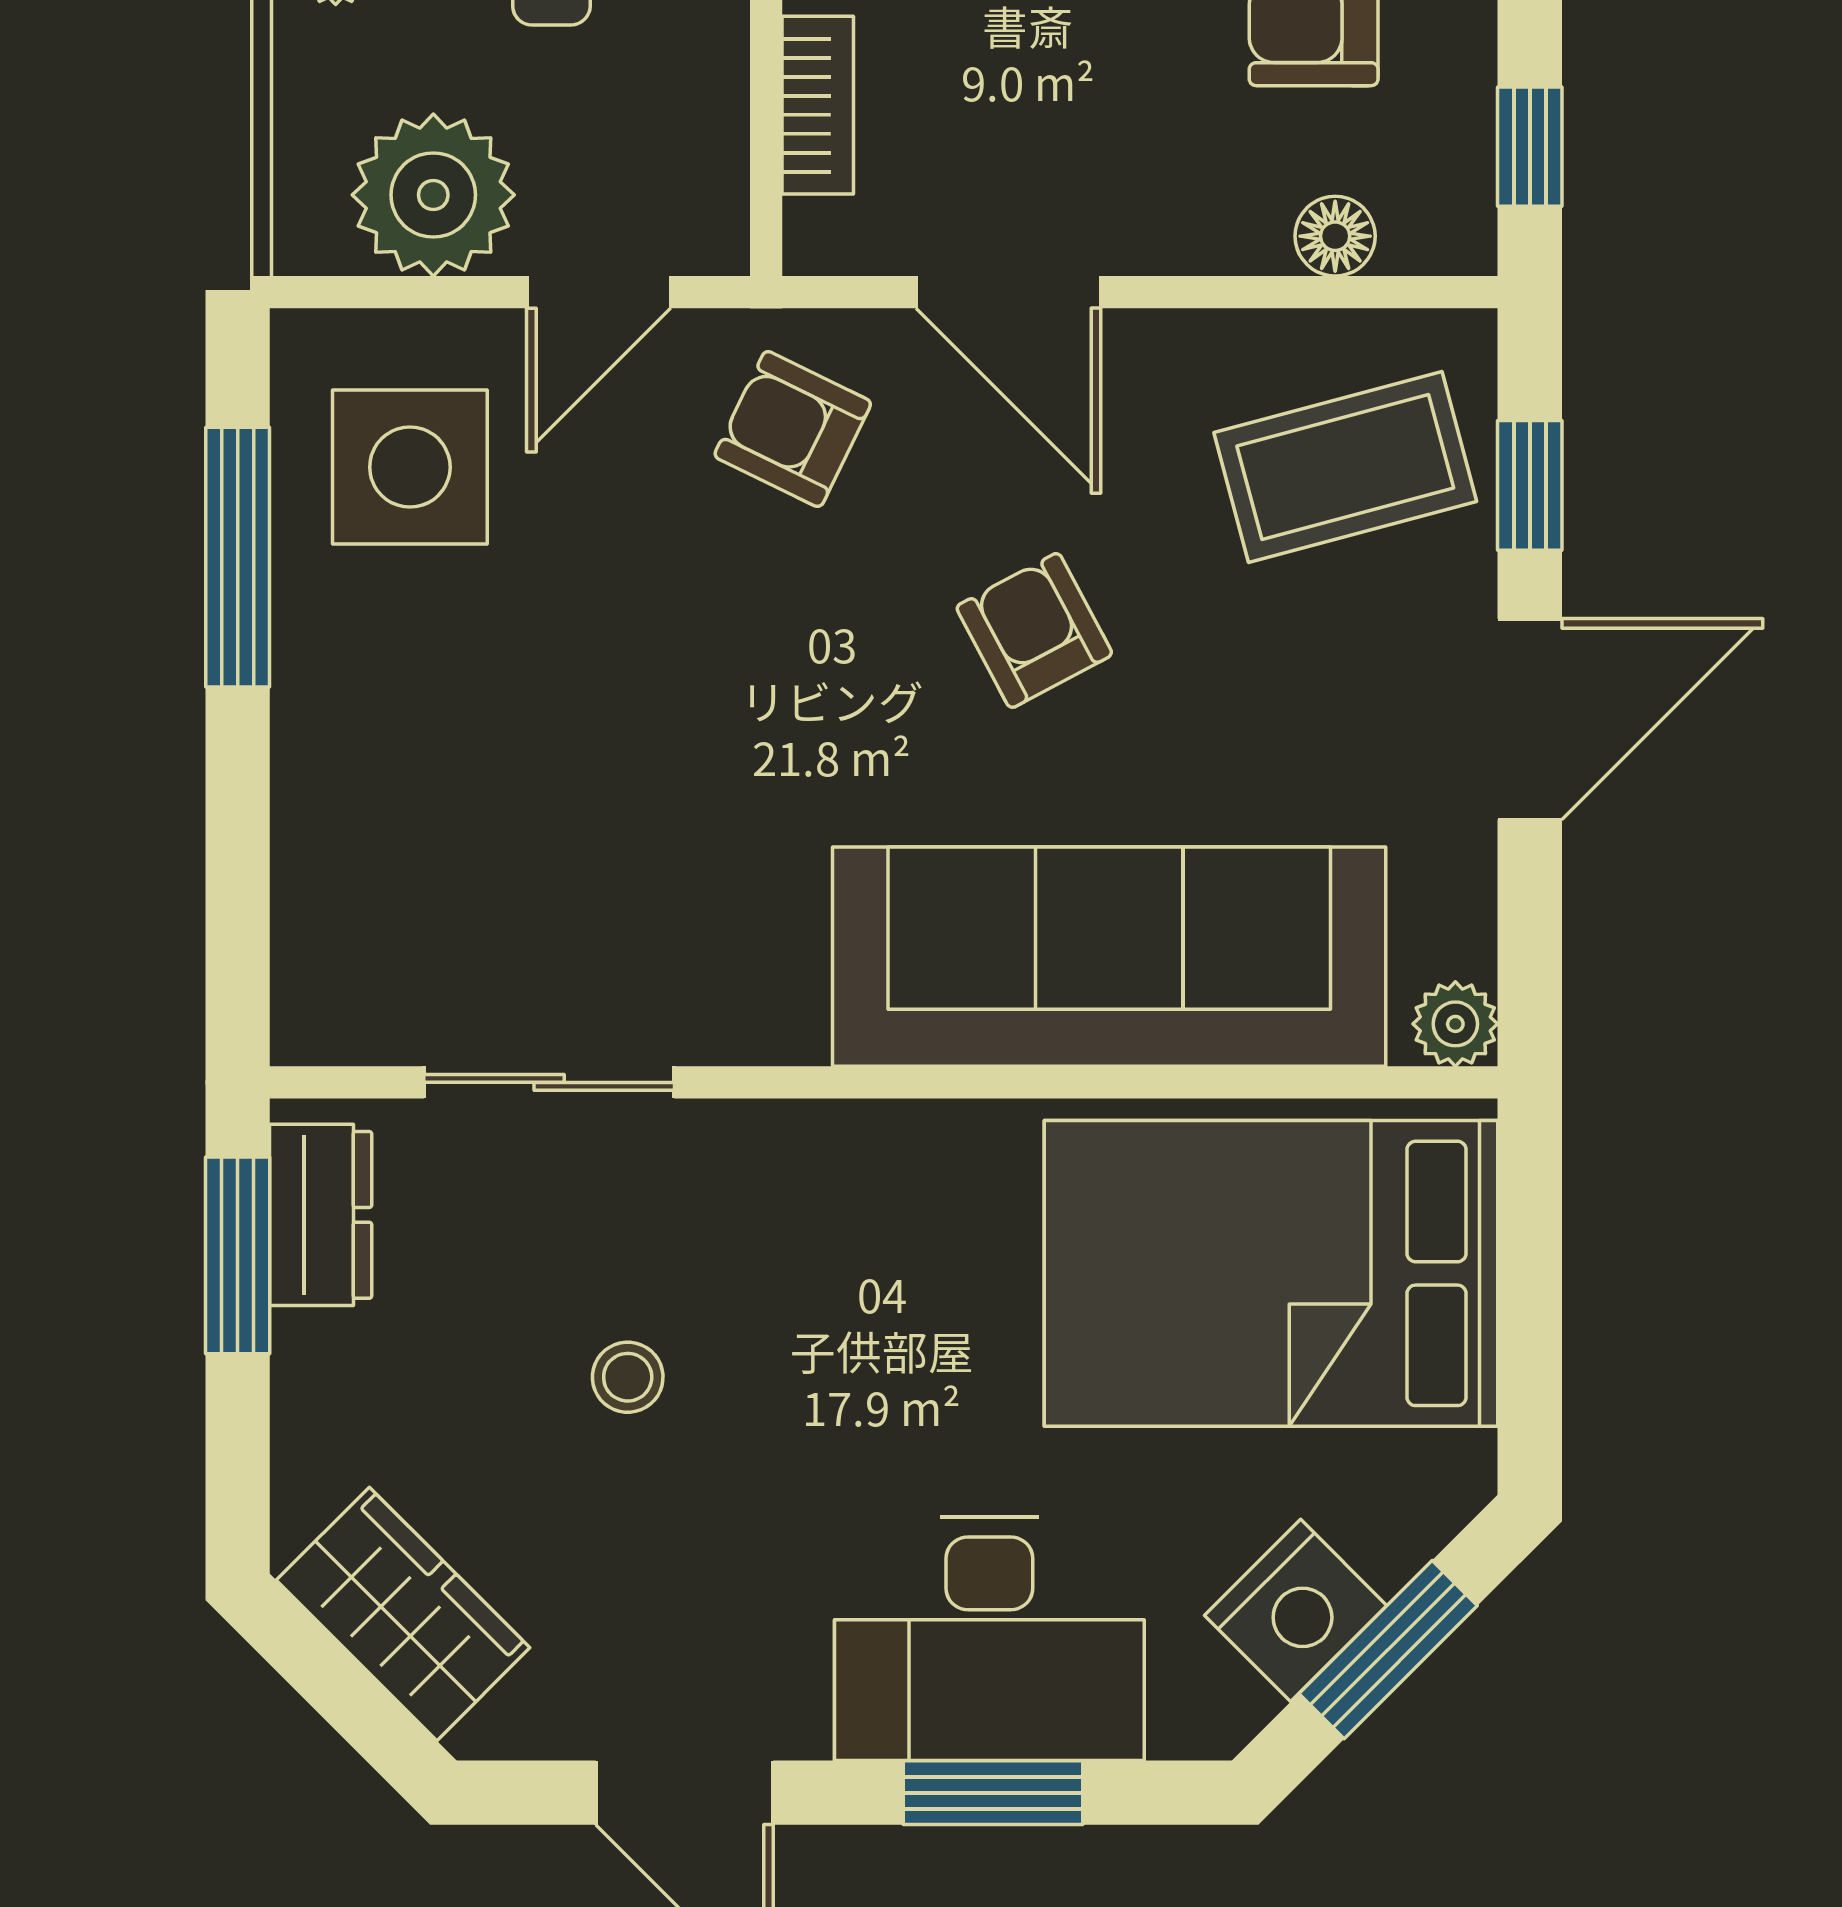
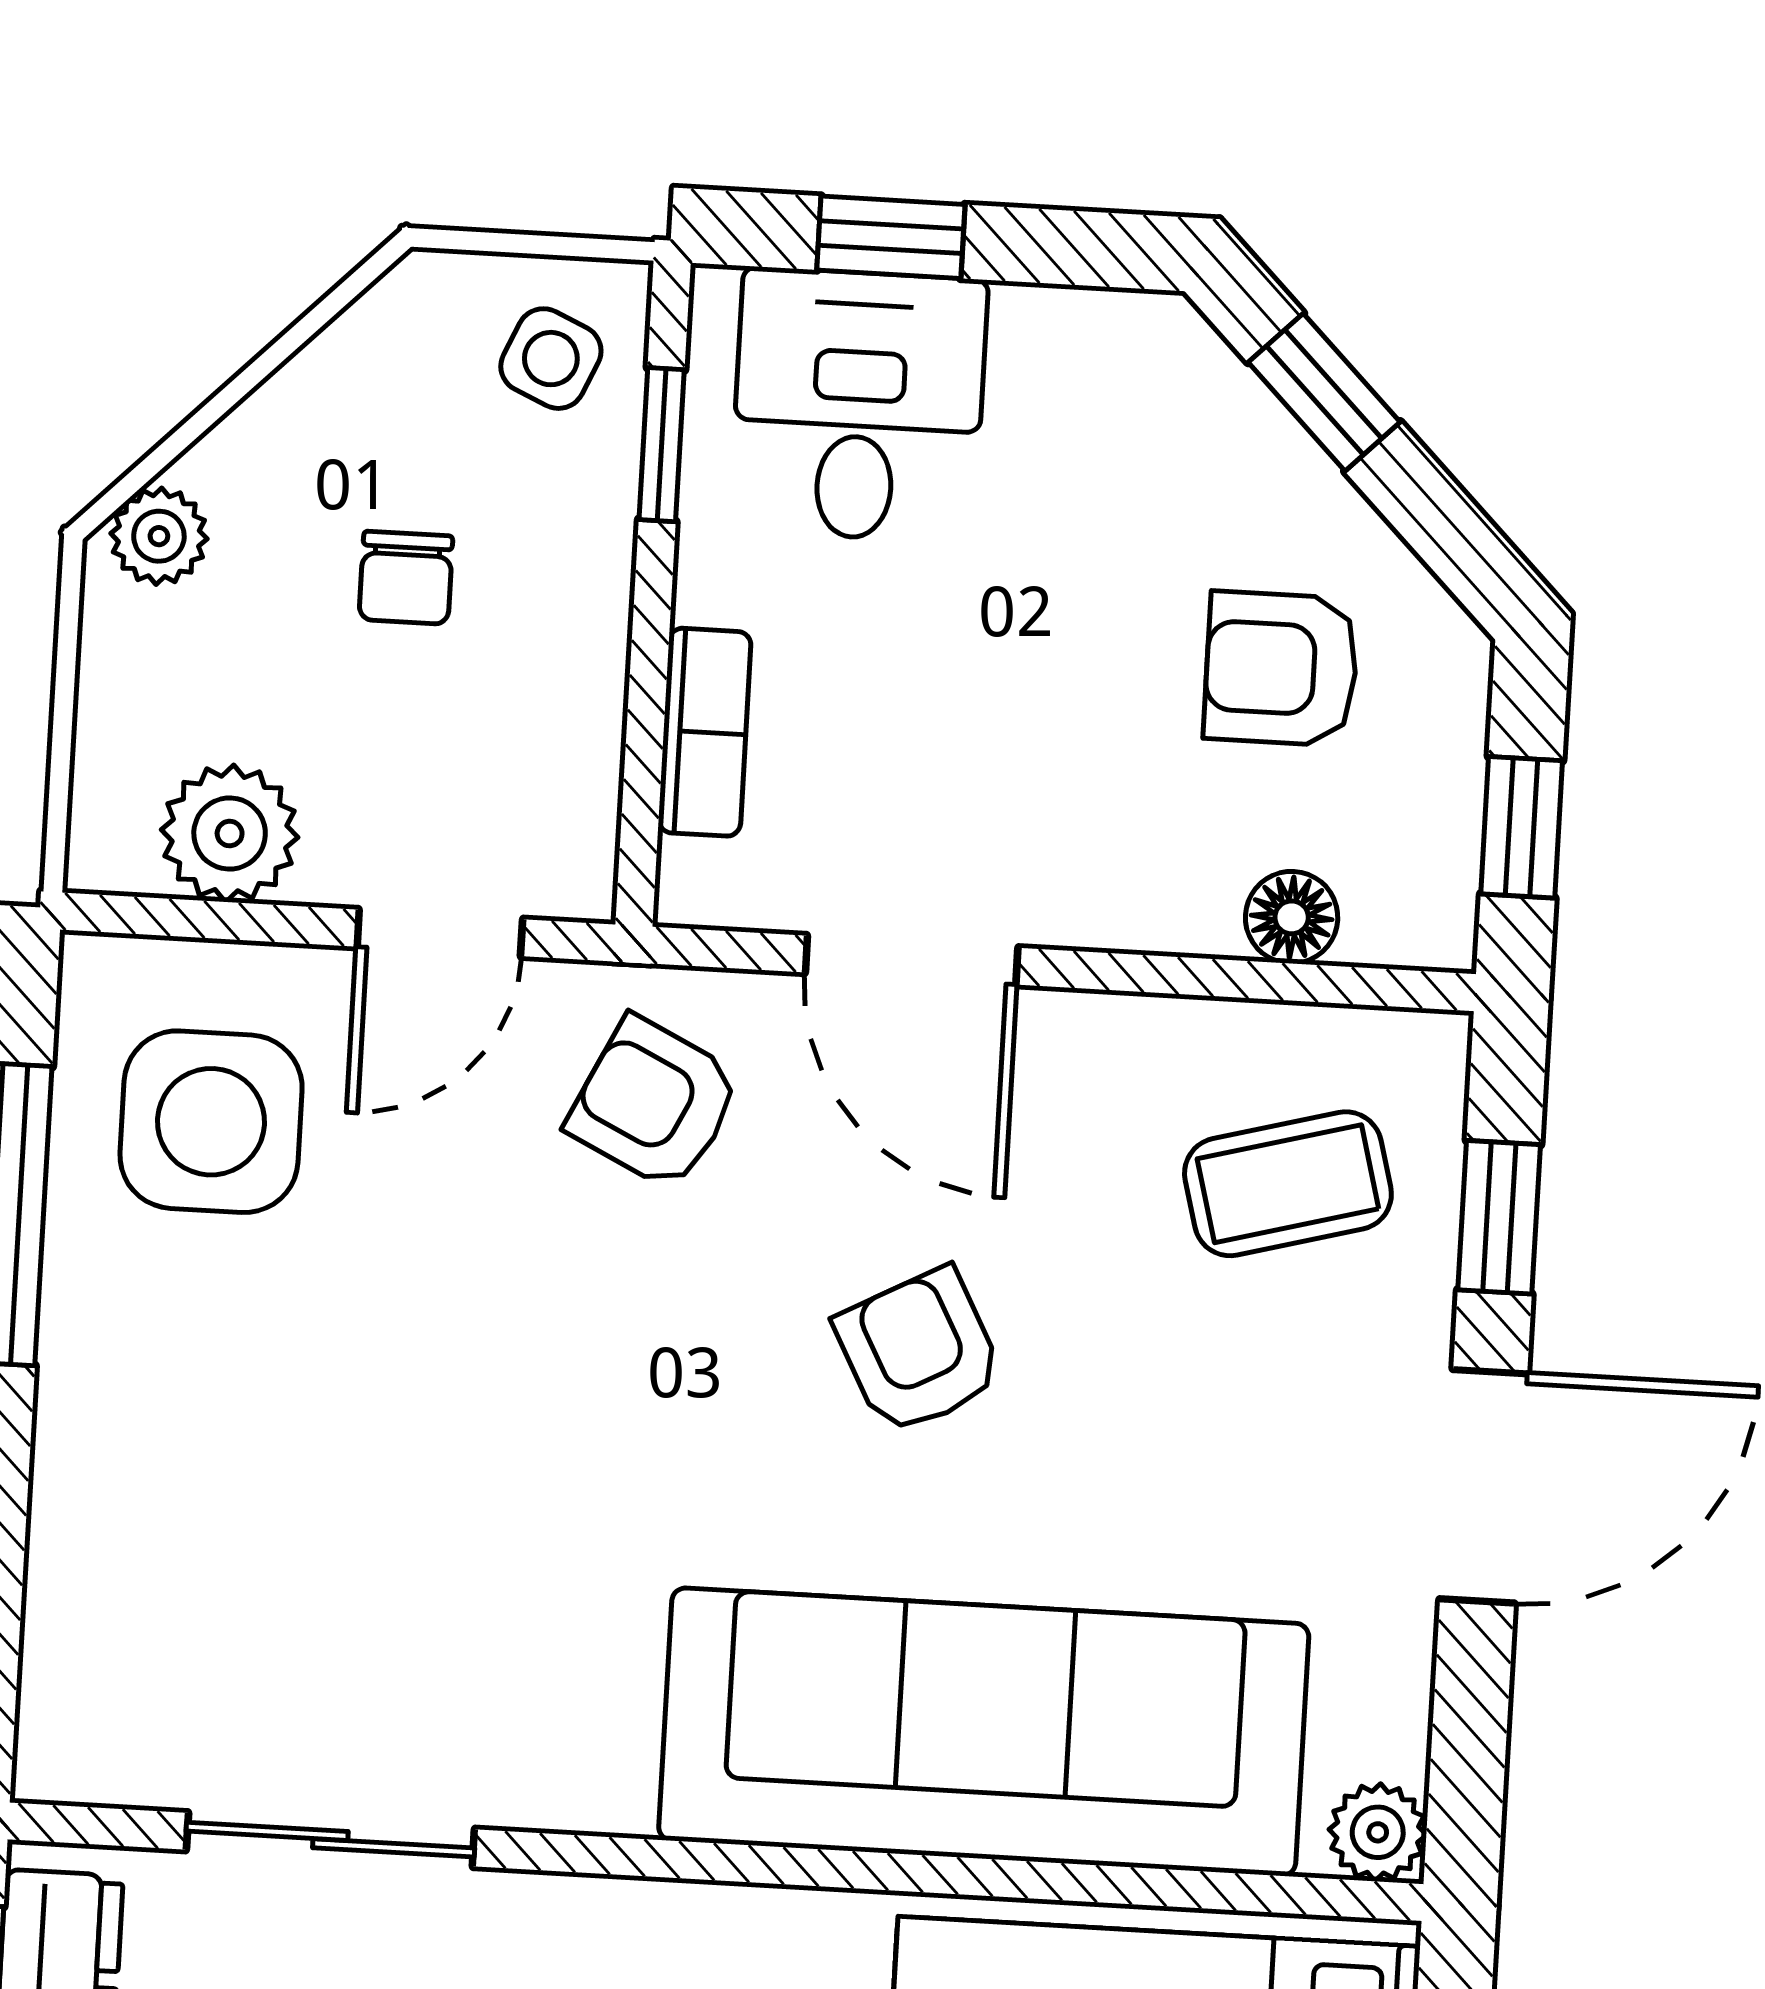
plant: (433, 195) -> (230, 834), width x0.73, depth x0.73
coffee table: (1345, 467) -> (1288, 1184), width x0.73, depth x0.77

